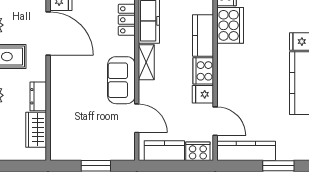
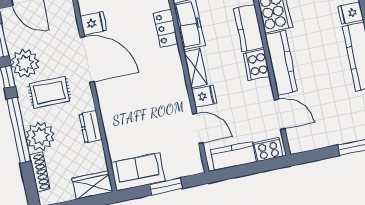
sofa: (121, 80) -> (138, 172), moved, turned 90
fridge: (203, 94) -> (204, 96), moved, turned 180
wardrobe: (36, 130) -> (92, 185), moved, turned 90
kitchen counter: (246, 151) -> (281, 63), moved, turned 90

